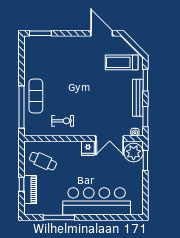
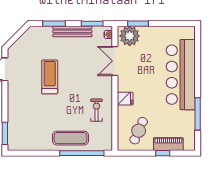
treadmill: (122, 62) -> (50, 77), moved, turned 180
double door: (110, 138) -> (115, 61), swing flipped
fridge: (88, 148) -> (125, 99), moved

